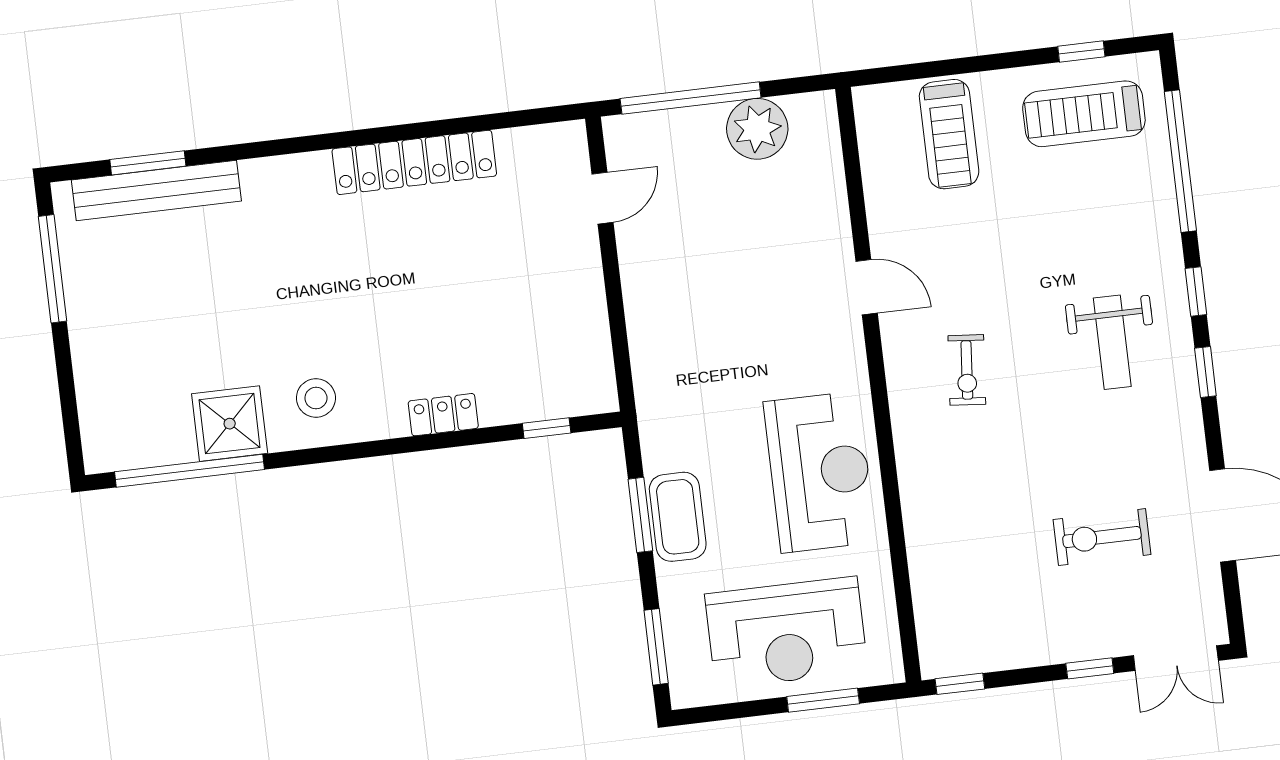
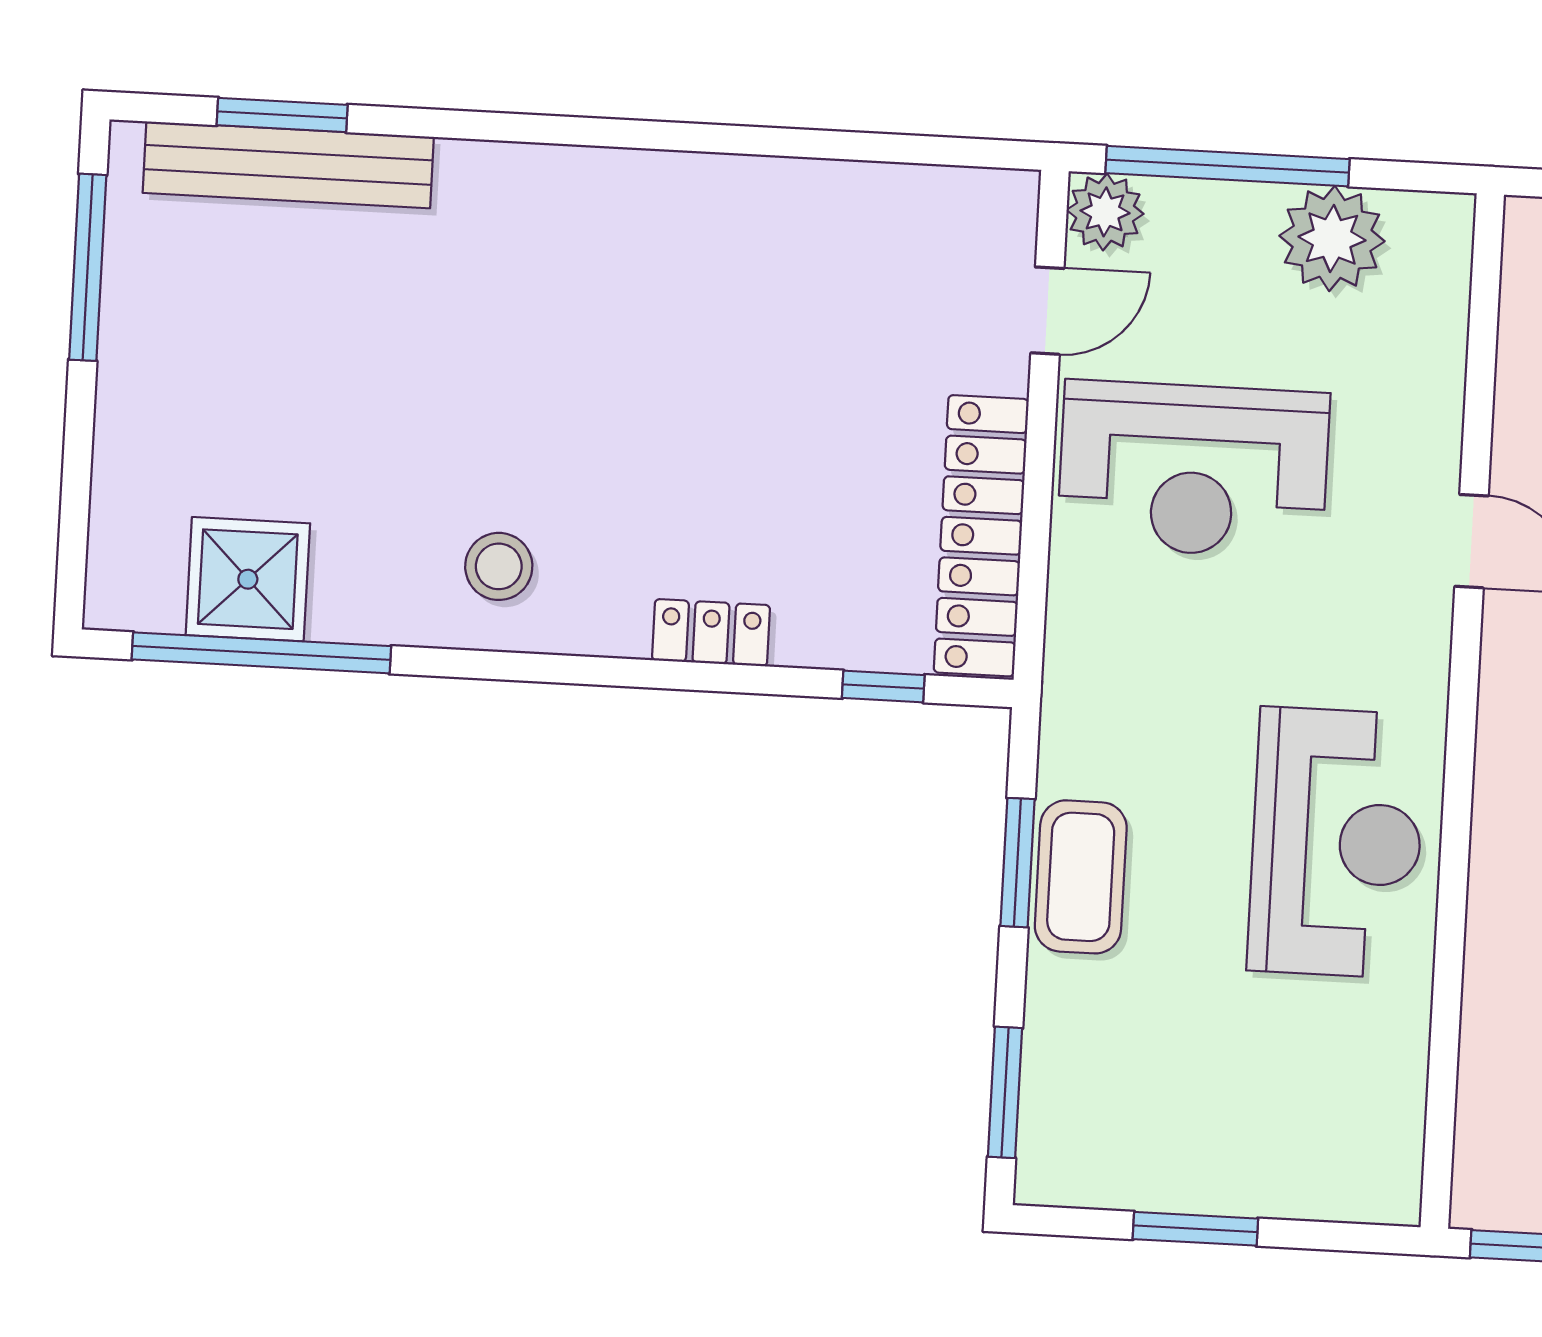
plant: (626, 136) -> (1105, 212), added
locker: (414, 162) -> (981, 536), moved, turned 90
shower: (230, 424) -> (248, 579), moved
reception desk: (786, 633) -> (1193, 469), moved
window: (823, 700) -> (1195, 1229), moved

